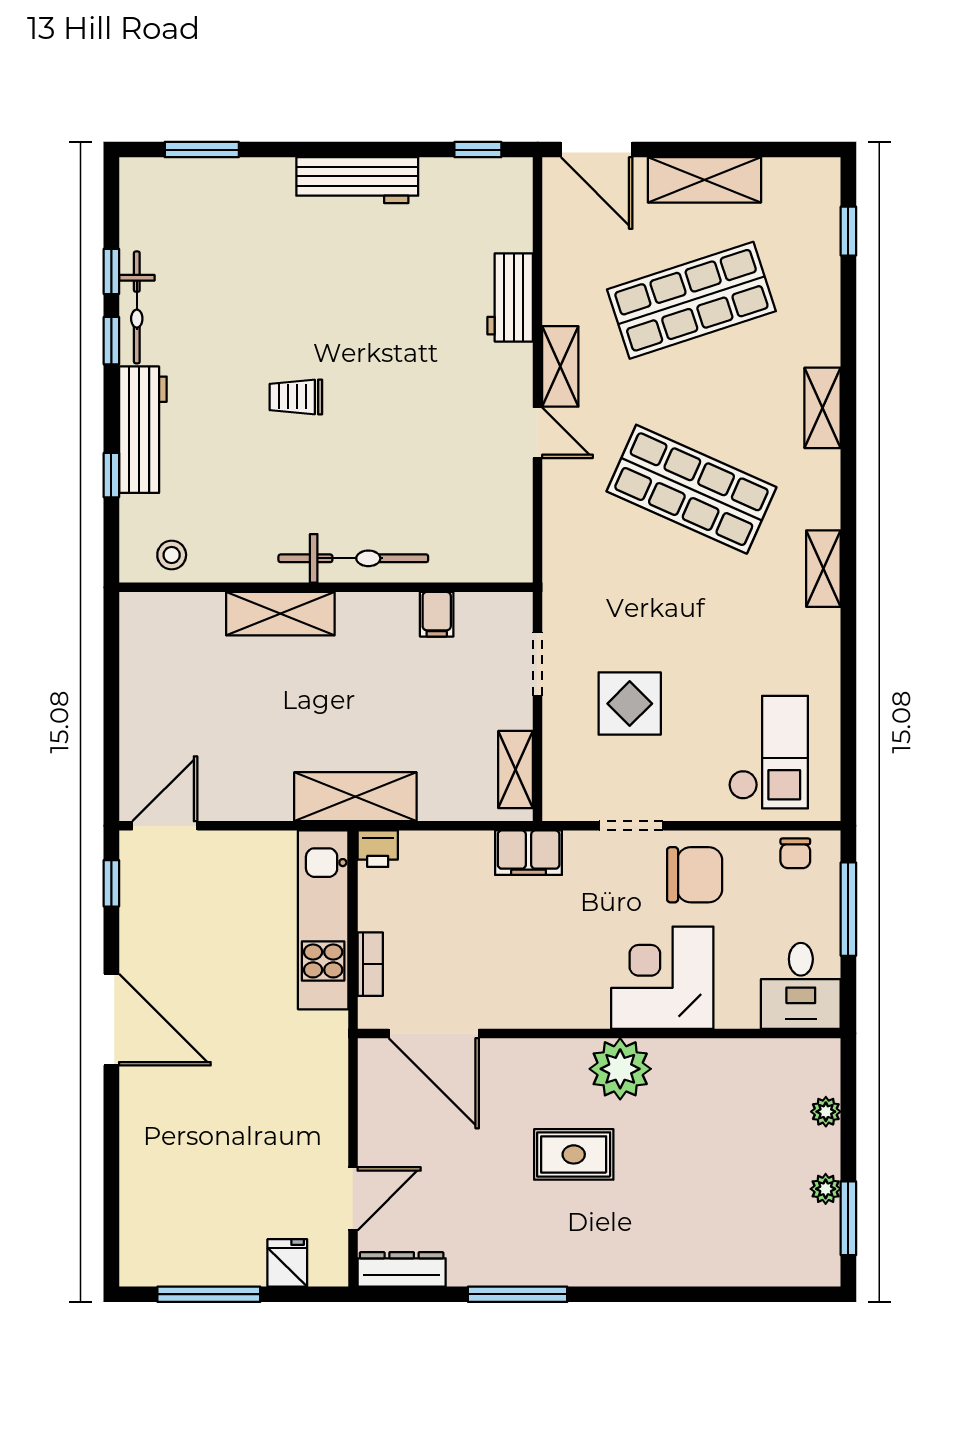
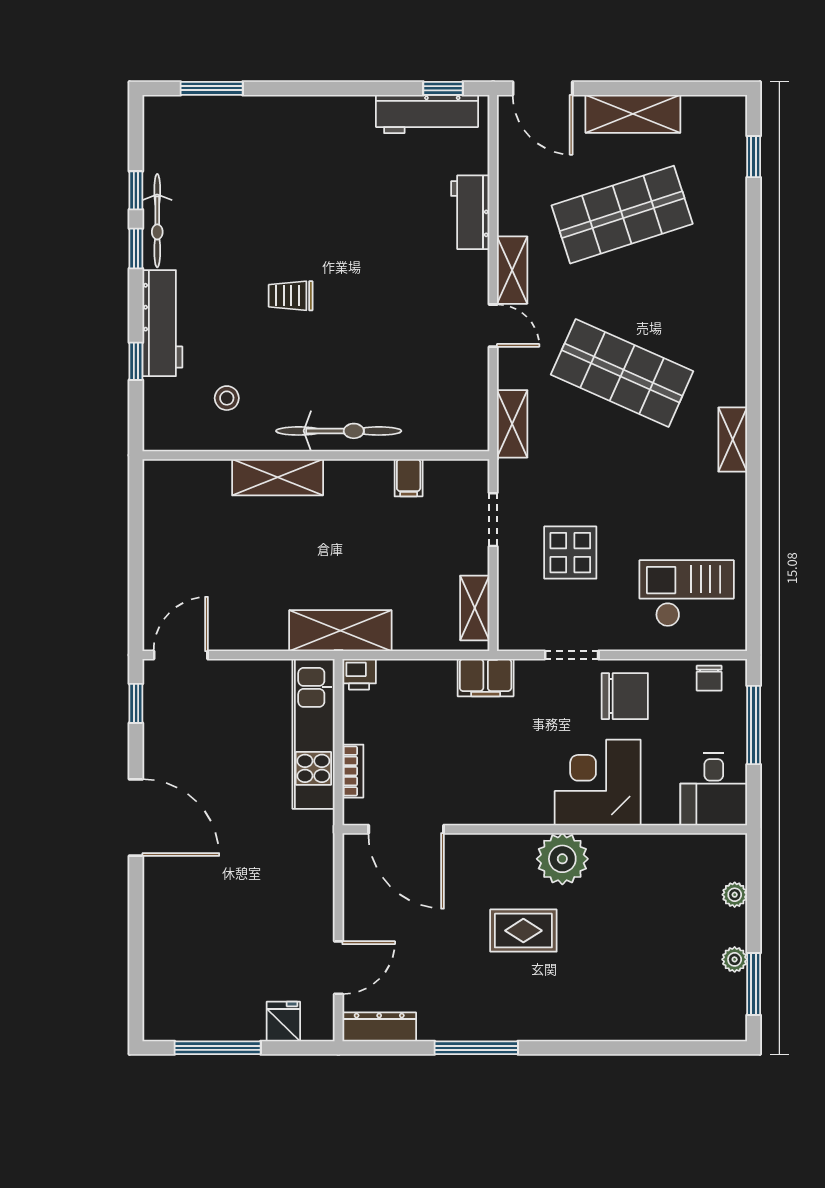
workbench: (357, 180) -> (427, 114), moved
shelving: (823, 408) -> (512, 424), moved
stool: (172, 555) -> (227, 398), moved
checkout: (768, 752) -> (687, 593), turned -90

